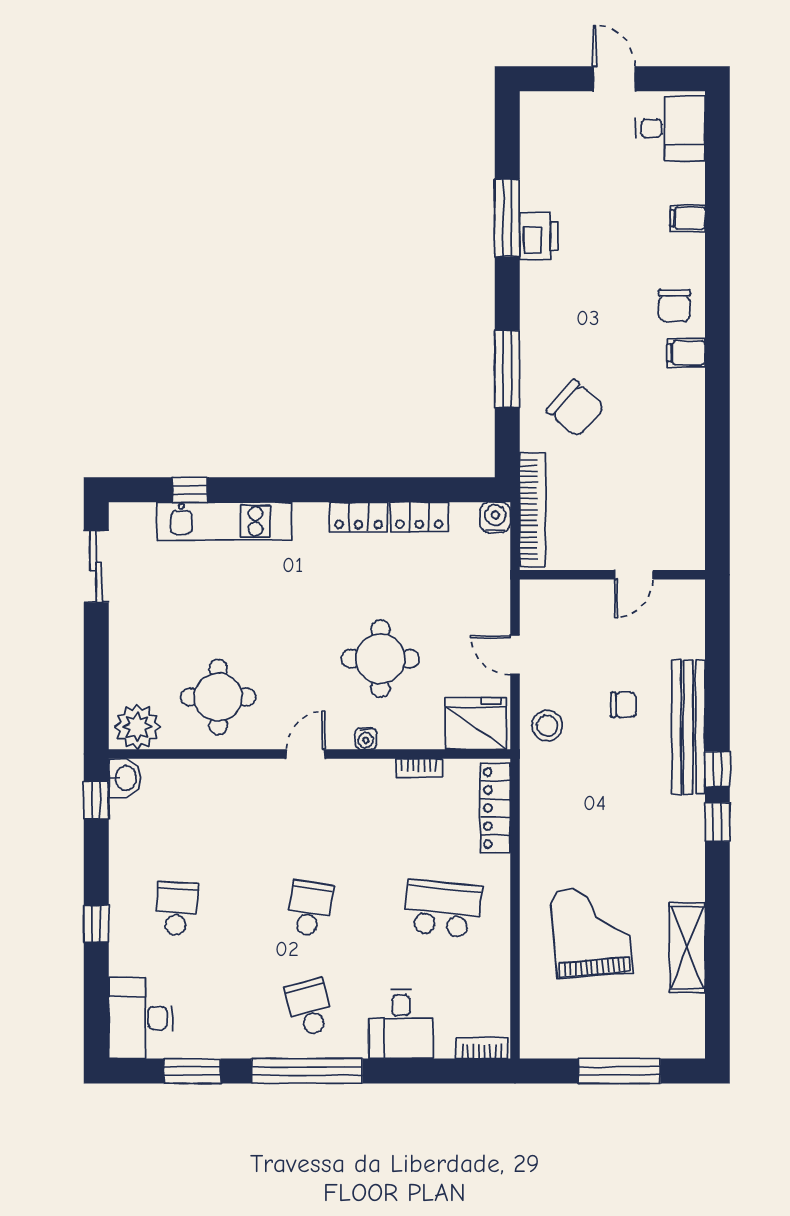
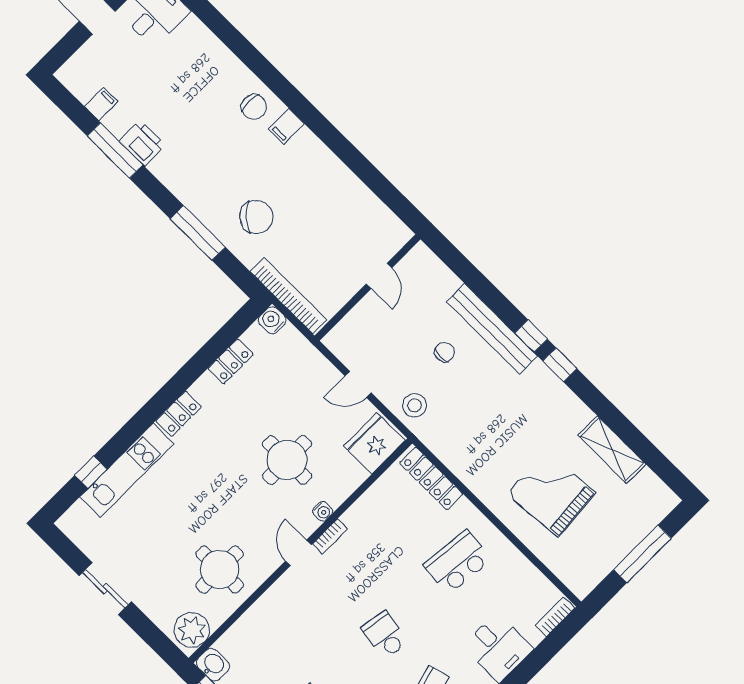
filing cabinet: (687, 218) -> (101, 104), moved, turned 180
locker: (359, 517) -> (179, 414), moved
sliding door: (96, 566) -> (105, 589), moved
bookcase: (419, 768) -> (330, 536), moved

